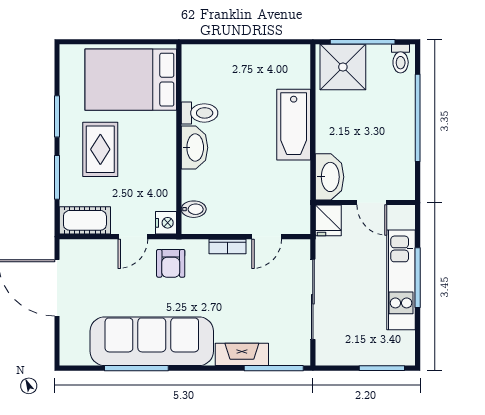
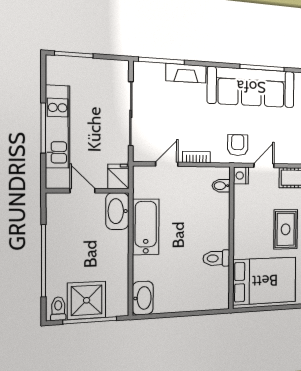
shower: (343, 67) -> (87, 300), moved
bathtub: (294, 125) -> (146, 227), moved
washbasin: (194, 148) -> (143, 298), moved, turned 180

